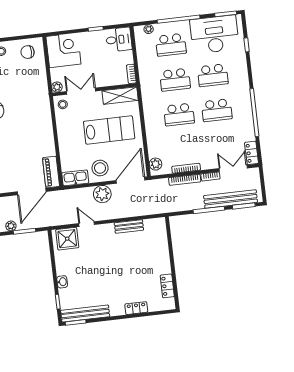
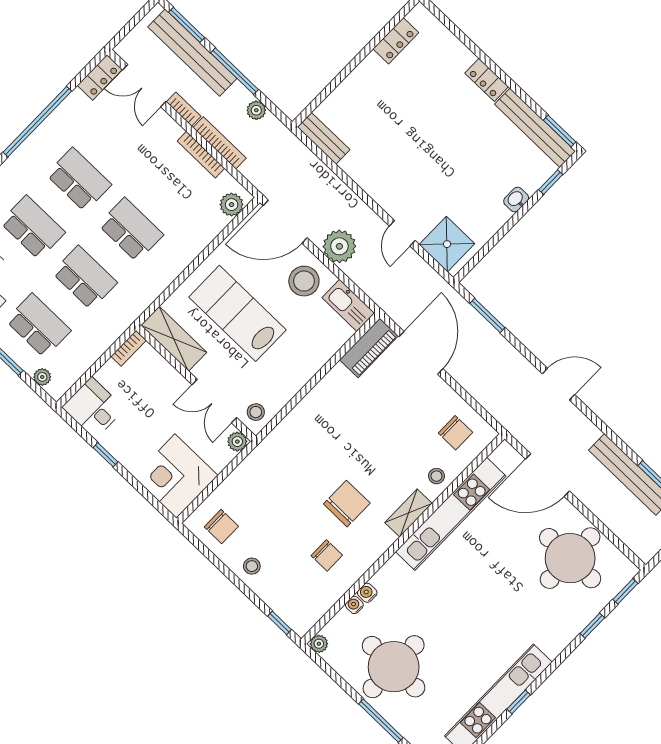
door: (32, 192) -> (421, 353), hinge flipped
plant: (11, 226) -> (256, 110), moved
bench: (129, 226) -> (324, 138), moved
locker: (136, 308) -> (487, 80), moved

